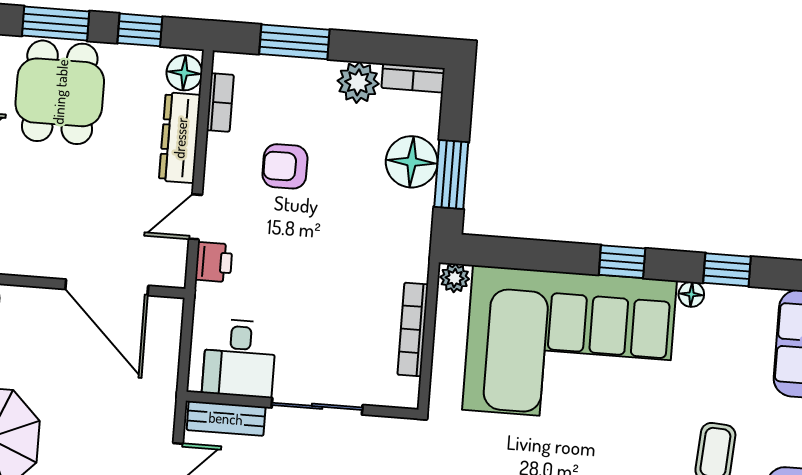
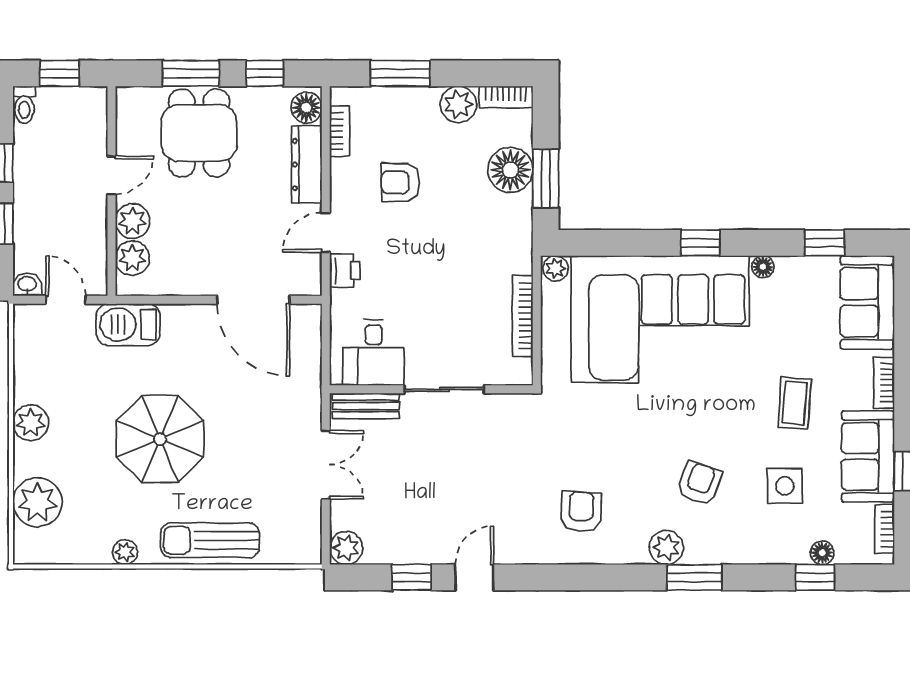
window: (727, 270) -> (825, 243), moved

